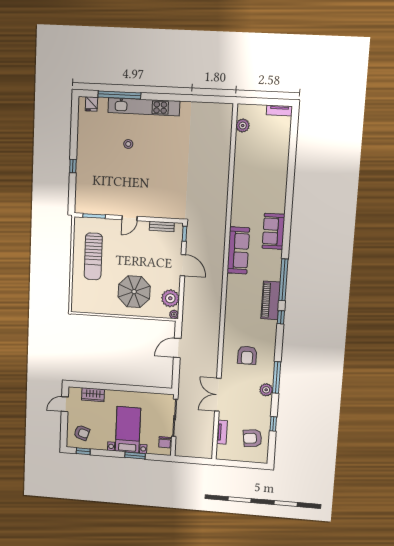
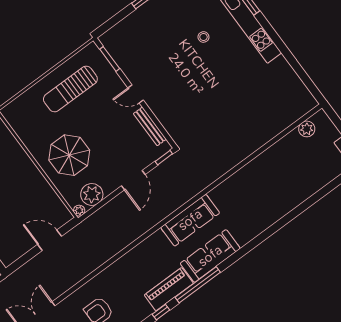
bench: (162, 226) -> (150, 126), width x1.36
sofa: (274, 231) -> (210, 256), moved, width x1.36

